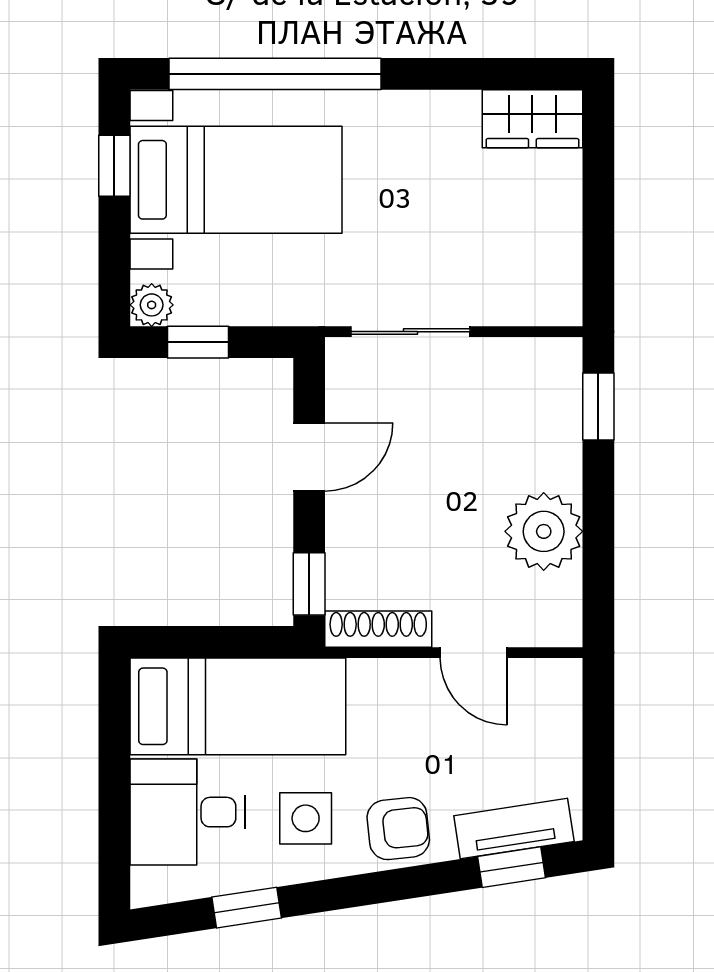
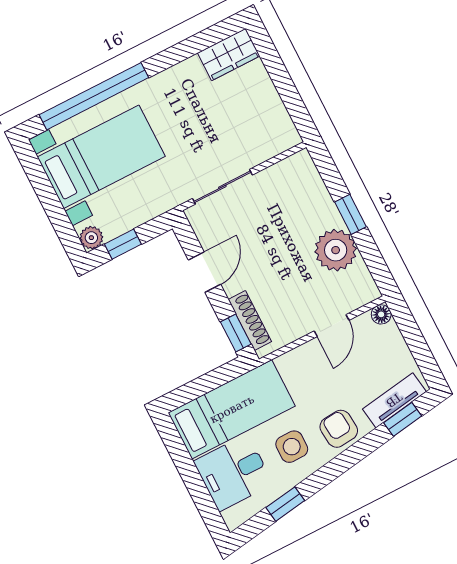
window: (114, 166) -> (39, 180), removed
window: (598, 407) -> (350, 214), moved
shoe rack: (378, 629) -> (250, 321), moved, turned 90
door: (473, 653) -> (332, 326), hinge flipped
floor lamp: (565, 676) -> (381, 314), added
armchair: (398, 829) -> (339, 429), turned -89

